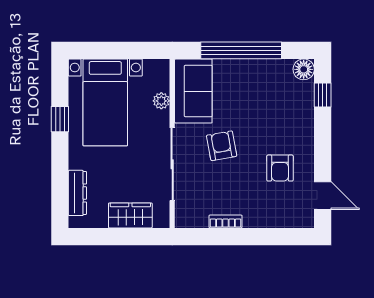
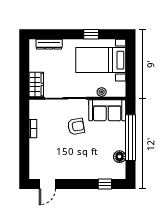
floor lamp: (304, 69) -> (120, 157), moved
armchair: (280, 168) -> (63, 160), removed
wardrobe: (130, 215) -> (36, 84), moved

